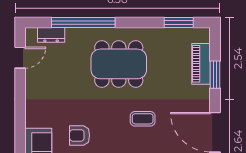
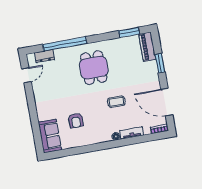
dining table: (119, 64) -> (94, 68), width x0.73
piano: (201, 64) -> (147, 47), moved
armchair: (80, 135) -> (76, 120), turned -90

